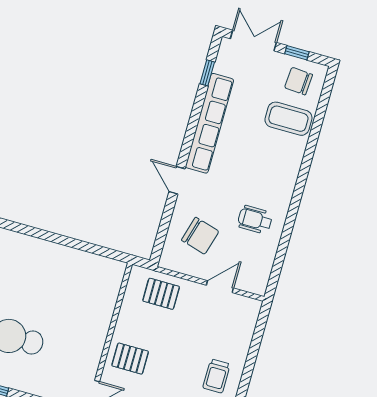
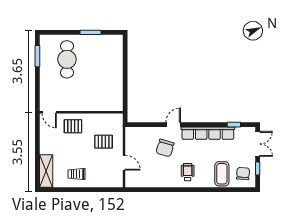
wheelchair: (255, 220) -> (188, 172), moved
chair: (200, 236) -> (165, 148), moved
pallet: (161, 294) -> (104, 142), moved, turned 90
pallet: (130, 359) -> (73, 126), turned 90

